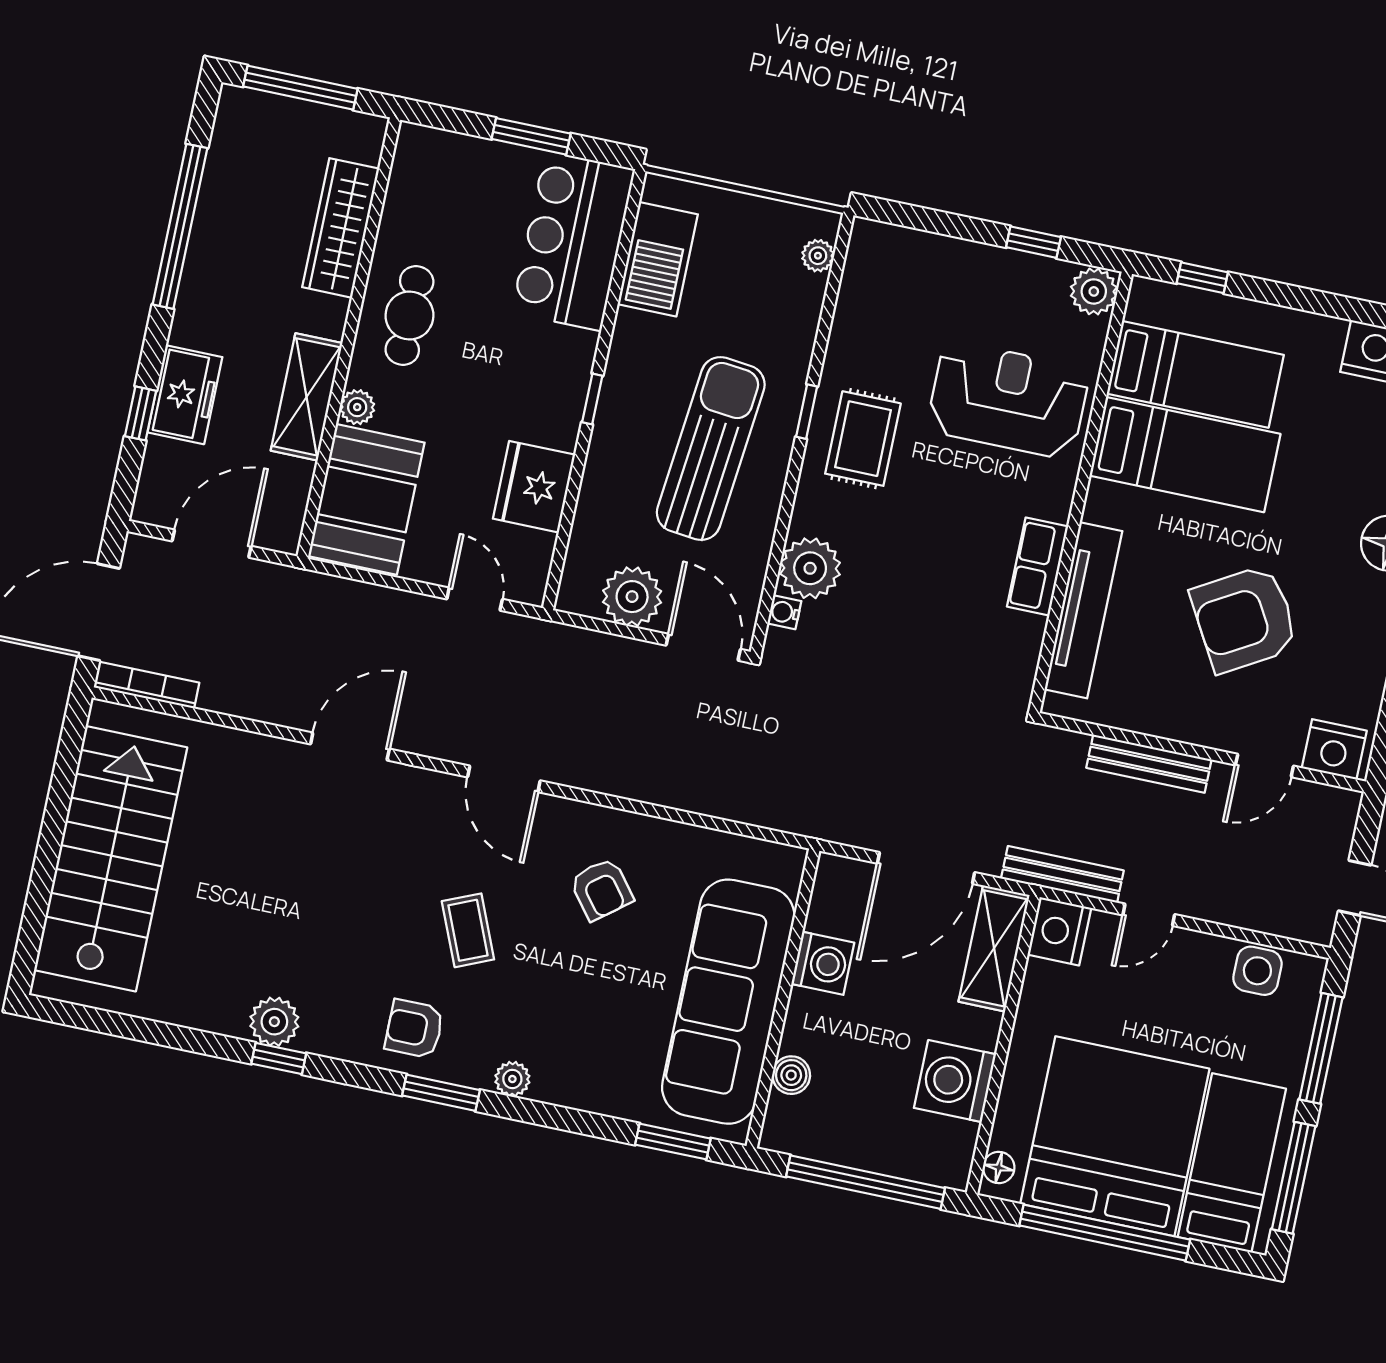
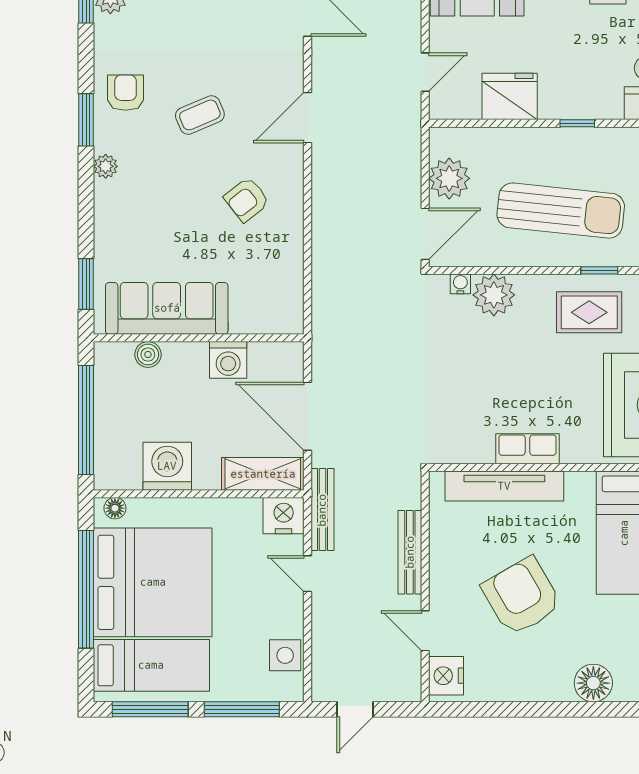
sofa: (728, 1002) -> (167, 308), width x0.74, depth x0.79

